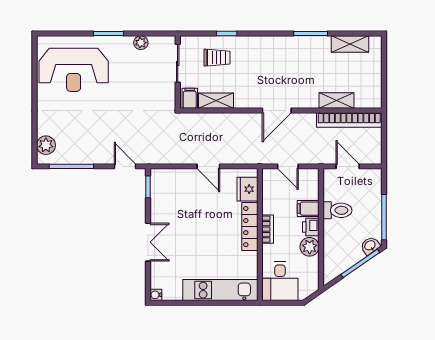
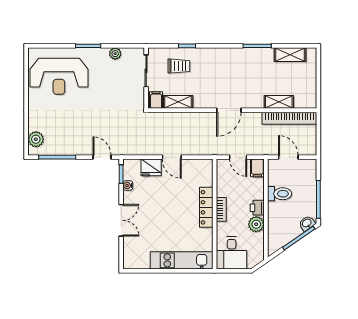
fridge: (247, 189) -> (151, 167), moved, turned -90
filing cabinet: (308, 209) -> (257, 168), moved, turned -90
water cooler: (156, 295) -> (128, 185), moved

